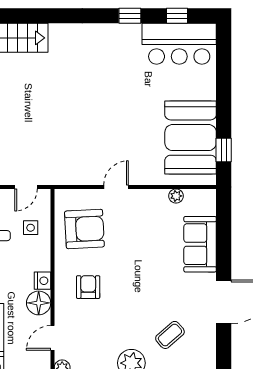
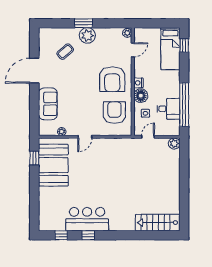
bar counter: (179, 44) -> (87, 219), moved
door: (116, 187) -> (85, 137), moved
armchair: (84, 229) -> (114, 113), turned 93
armchair: (88, 287) -> (112, 79), width x1.88, depth x1.88
floor lamp: (39, 303) -> (141, 96), moved

